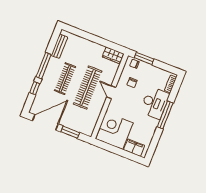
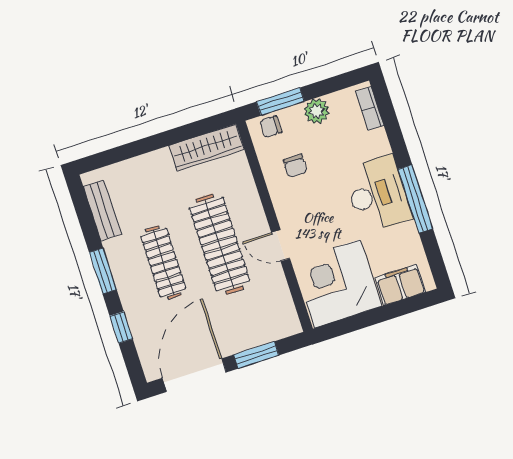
wardrobe: (113, 55) -> (206, 148), width x1.50
window: (44, 66) -> (103, 271), width x0.69
plant: (153, 71) -> (317, 111), added
door: (111, 92) -> (281, 245), moved
desk: (155, 103) -> (378, 194), moved
window: (165, 115) -> (415, 199), moved

